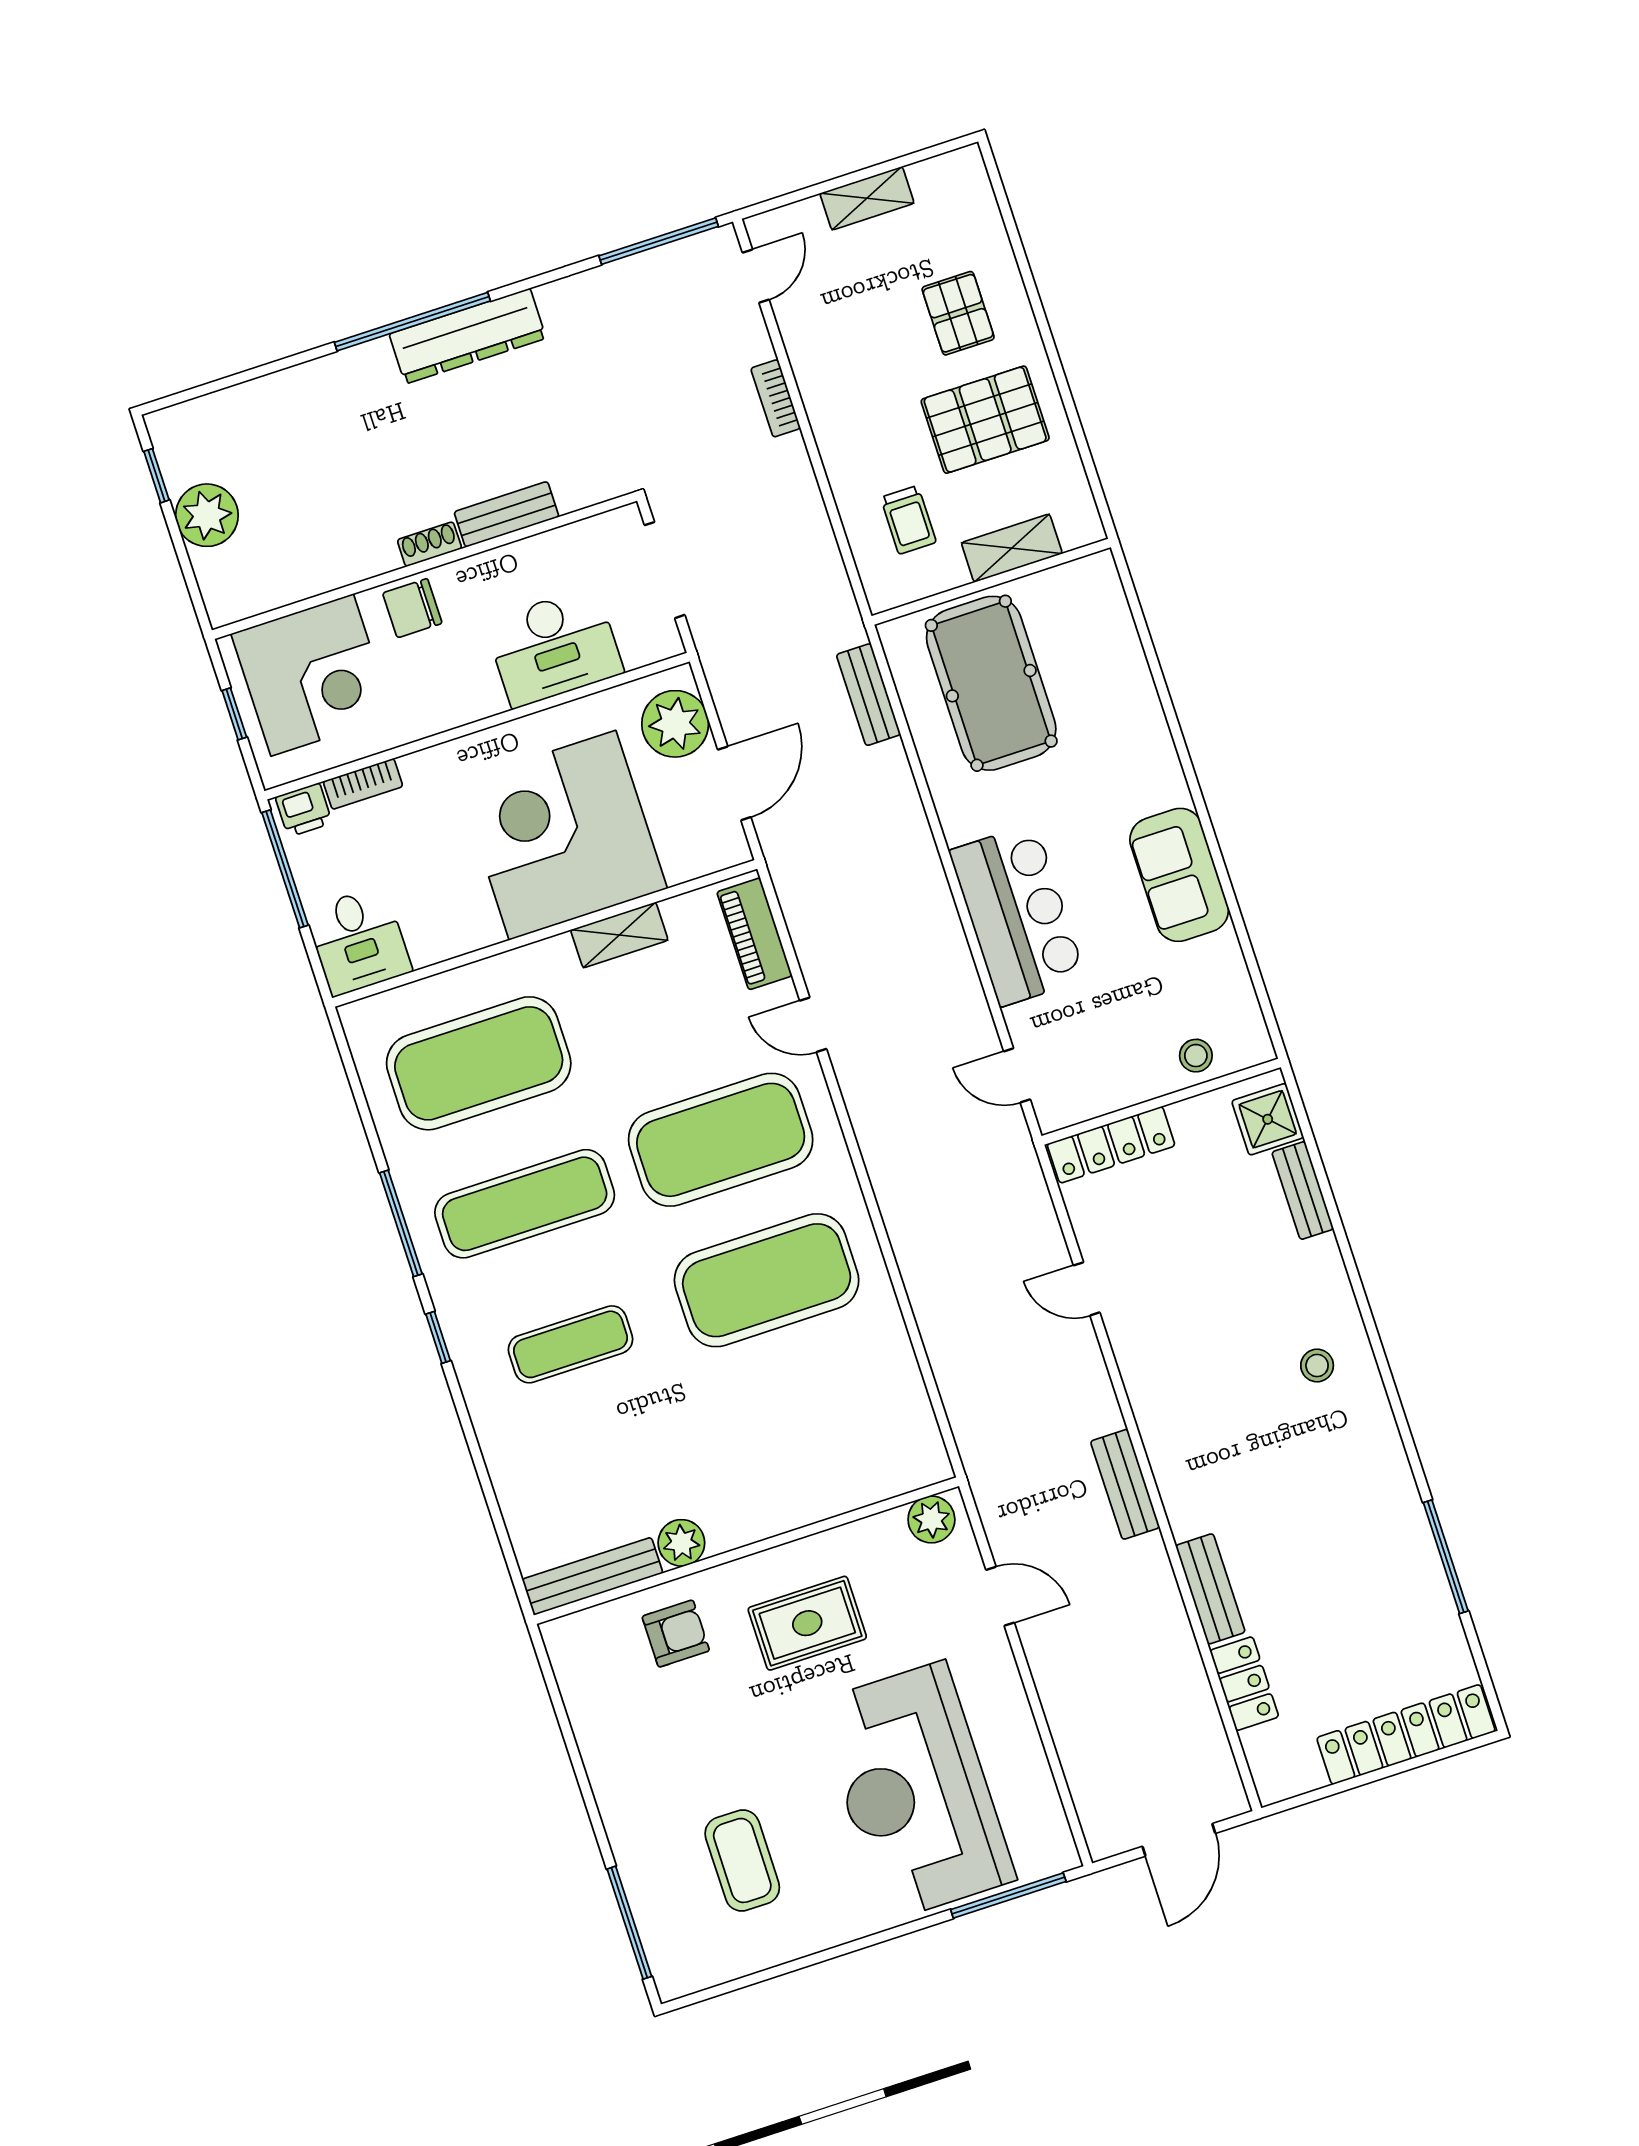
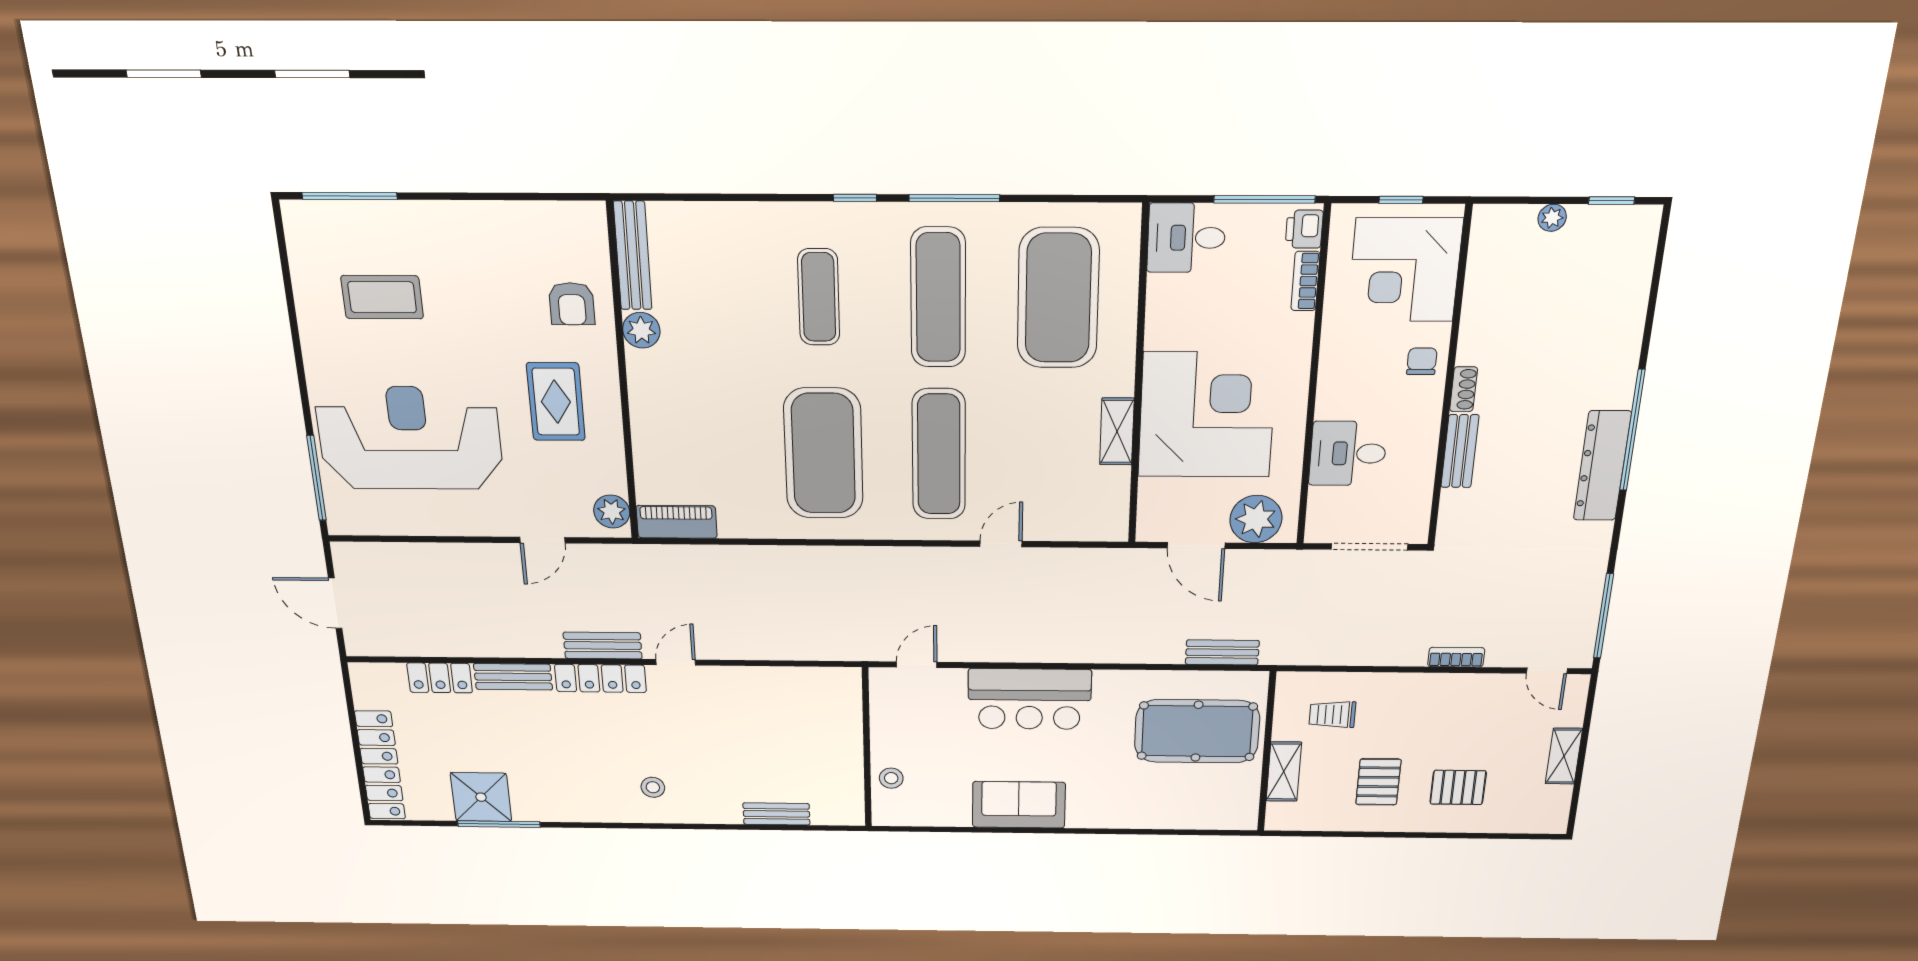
pallet: (985, 420) -> (1378, 782), width x0.67, depth x0.71
plant: (207, 515) -> (1552, 218), width x0.53, depth x0.53
chair: (412, 608) -> (1422, 361), width x0.73, depth x0.73
desk: (554, 647) -> (1348, 453), width x0.73
piano: (754, 934) -> (677, 522), moved
shower: (1268, 1119) -> (481, 797), moved, width x1.36, depth x1.36
exercise mat: (721, 1140) -> (939, 454), width x0.68
locker: (1111, 1145) -> (601, 678), moved, turned -90
door: (1087, 1289) -> (676, 662), moved

